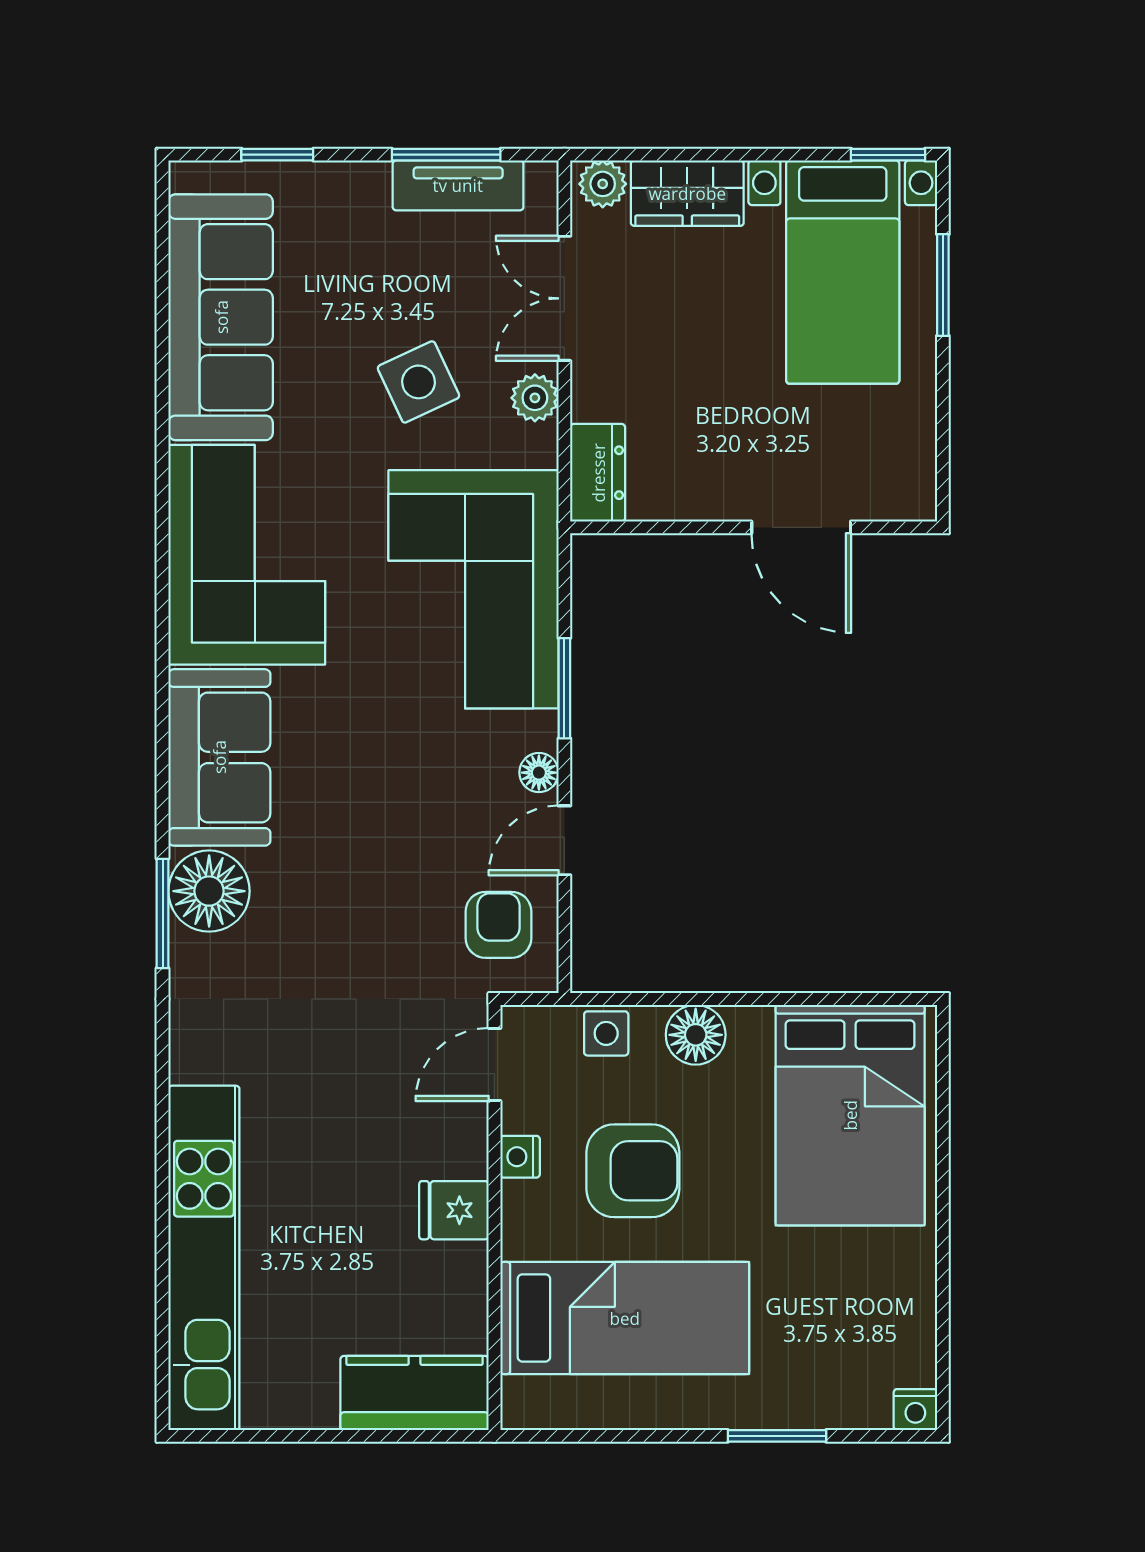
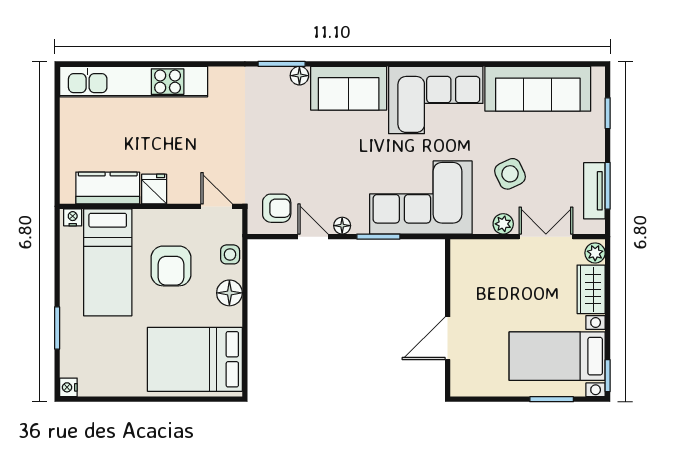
dresser: (598, 473) -> (471, 251), removed
floor lamp: (209, 891) -> (299, 76), width x0.53, depth x0.53
nightstand: (520, 1157) -> (73, 217), moved
kitchen counter: (415, 1393) -> (108, 188), moved, turned -90

